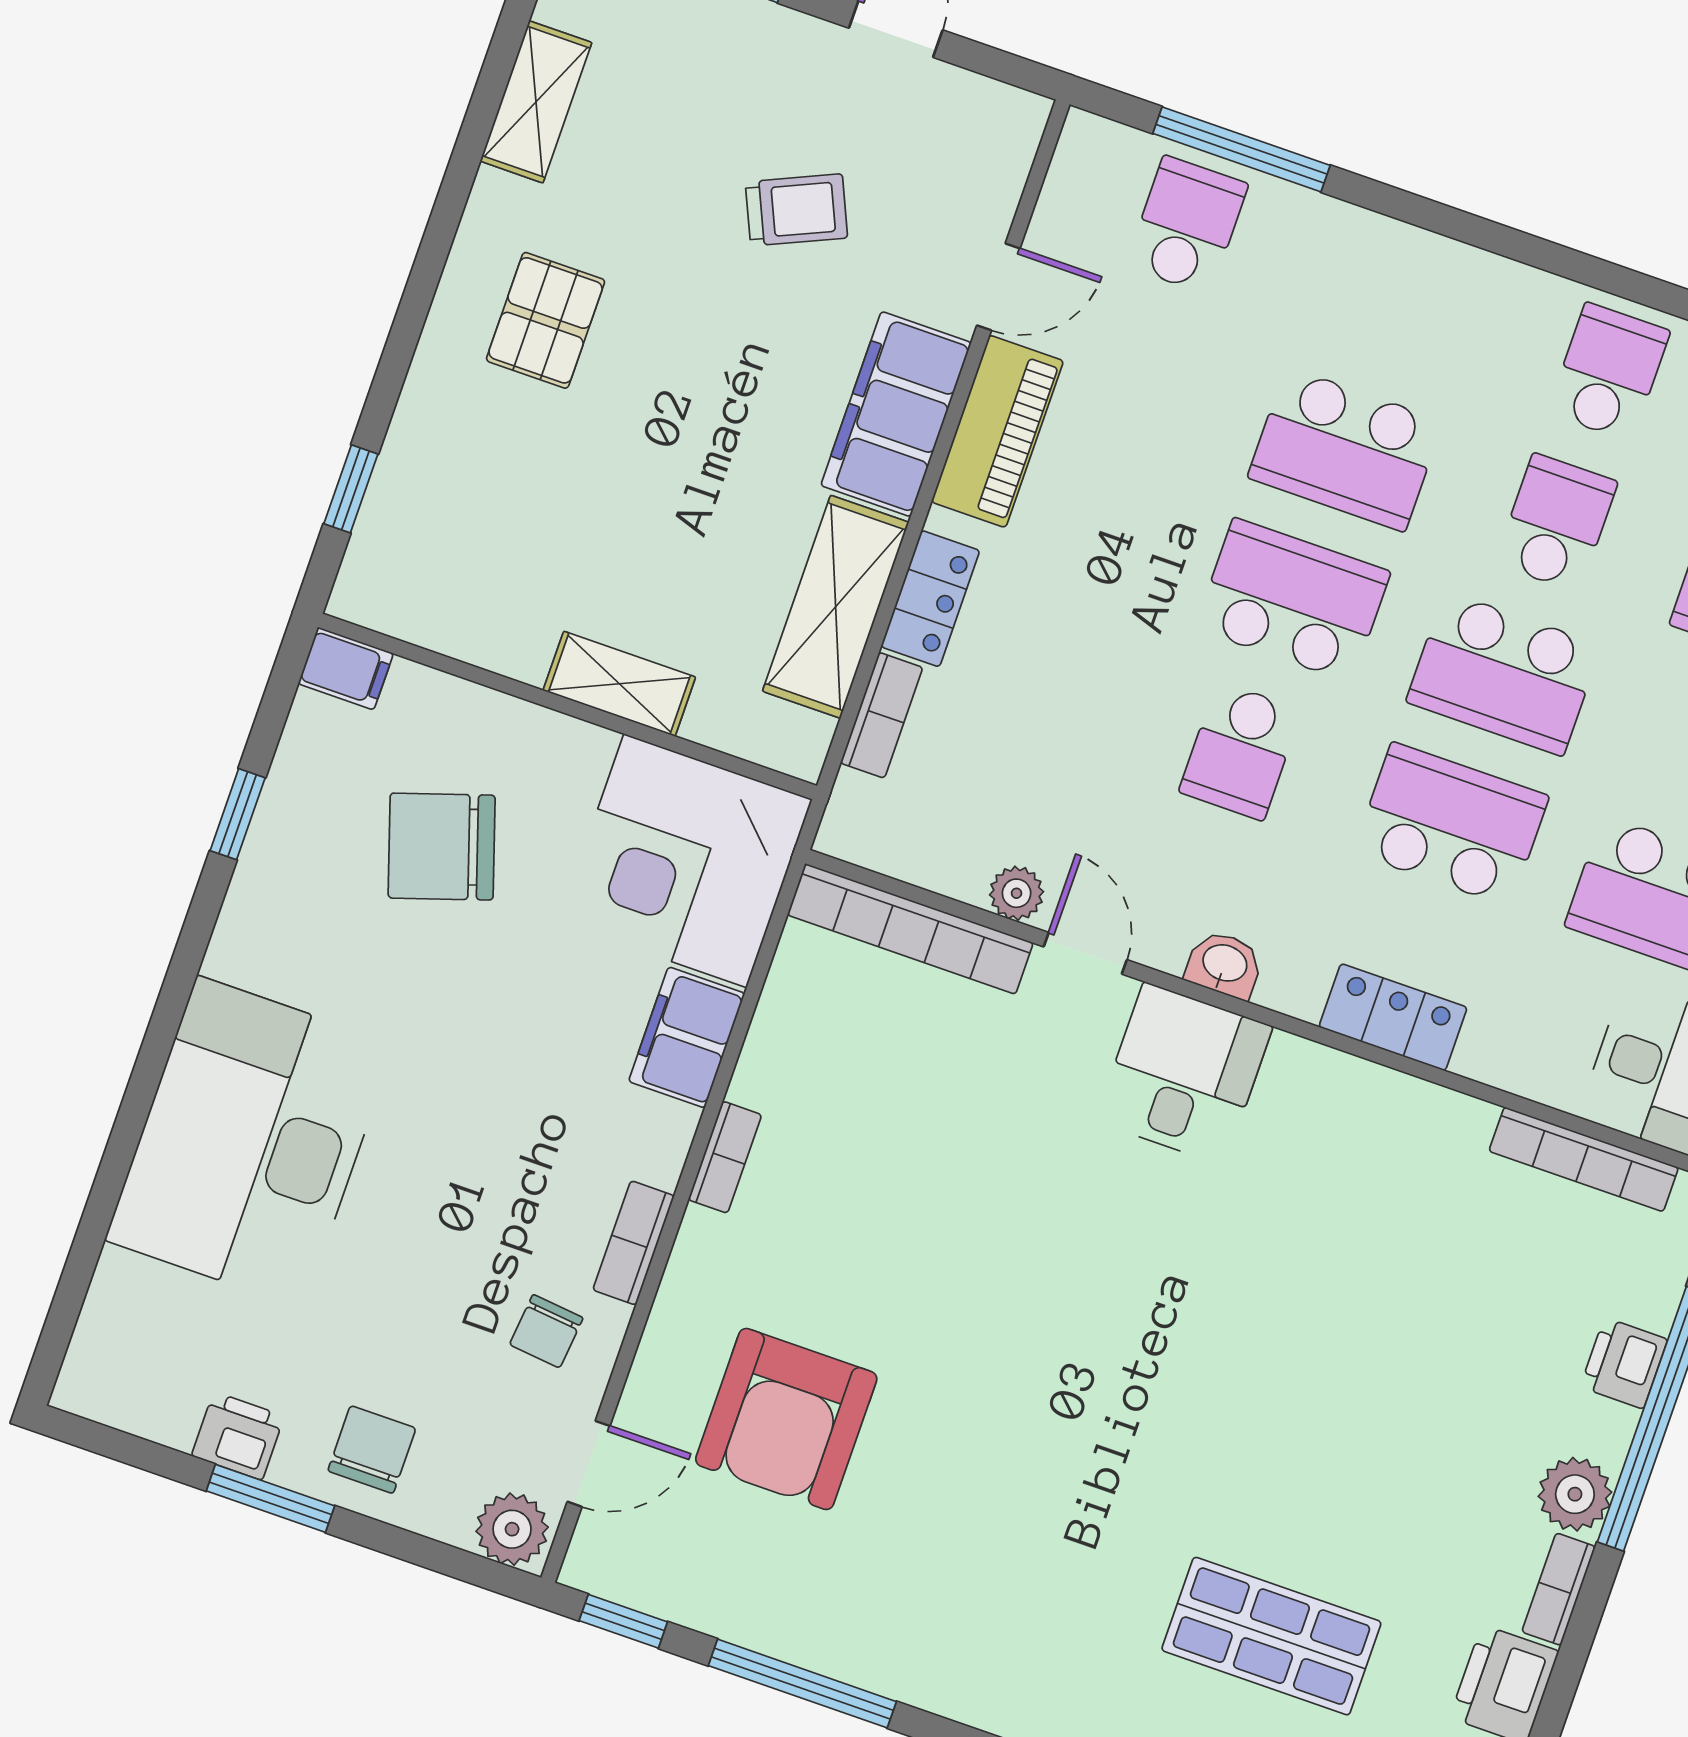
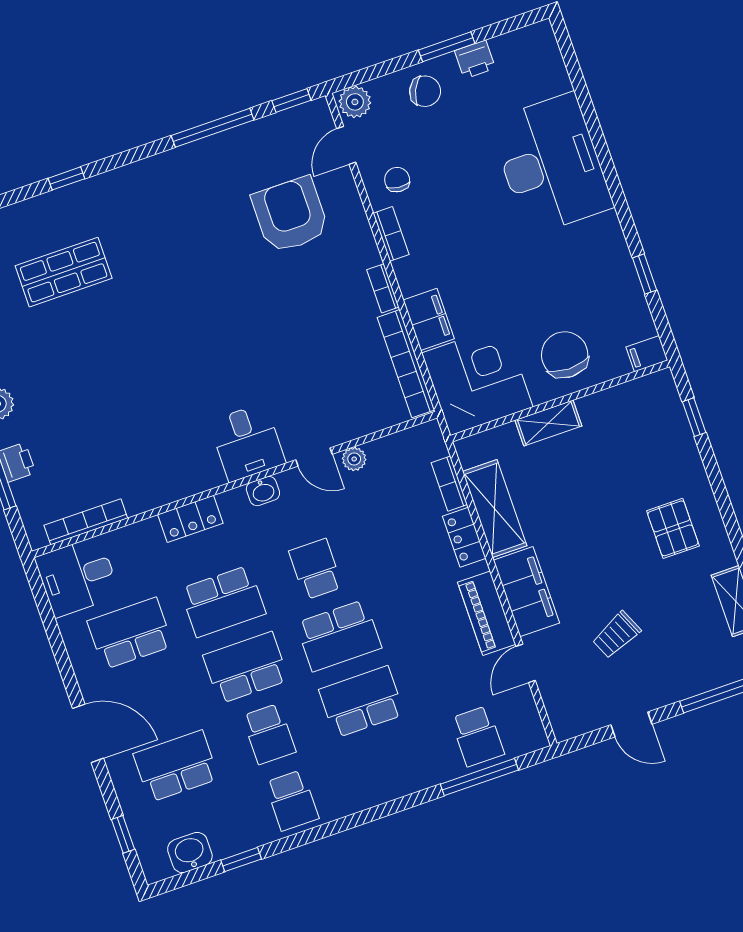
chair: (442, 847) -> (565, 355), moved, turned -72
bookcase: (910, 929) -> (406, 364), moved, turned -90
chair: (372, 1450) -> (425, 91), turned -65

